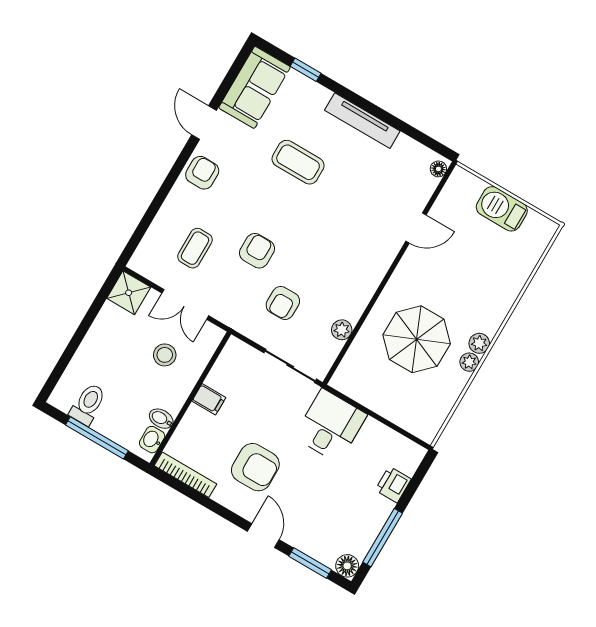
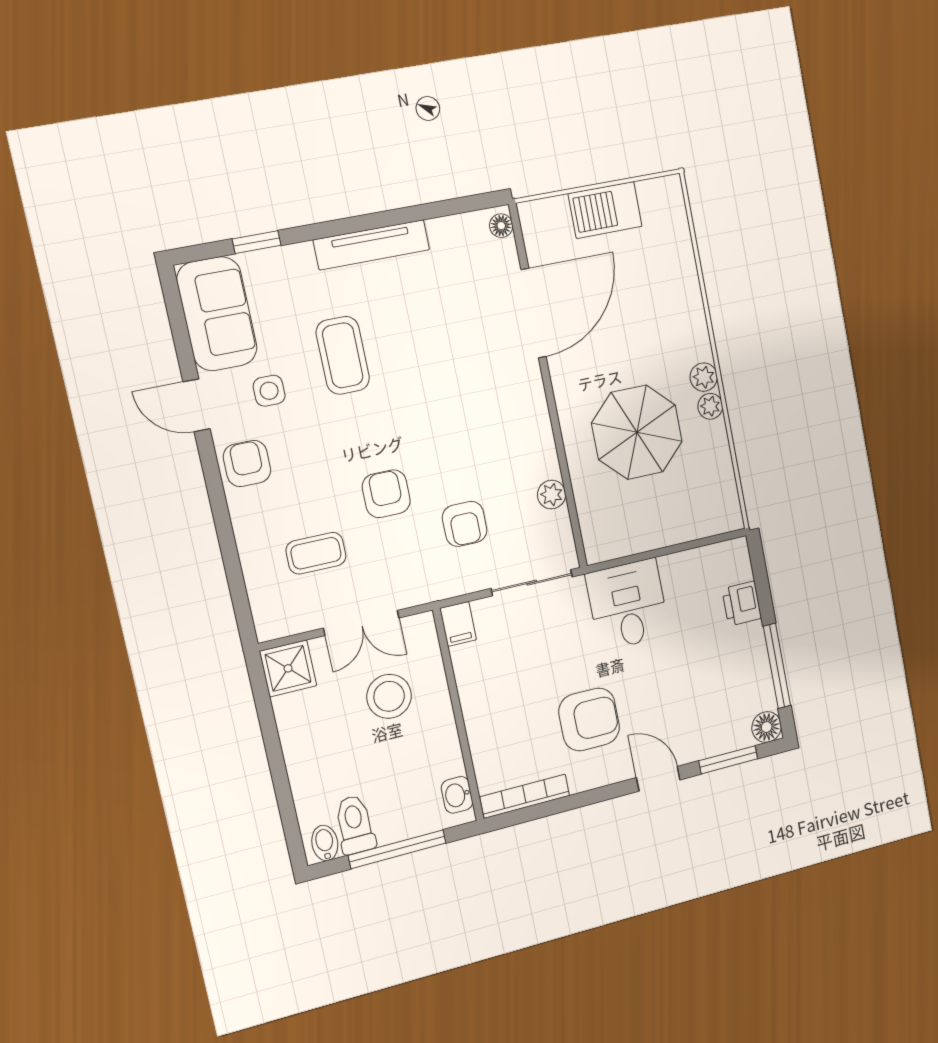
side table: (246, 147) -> (269, 391), added
coffee table: (298, 162) -> (343, 355), turned 90
door: (416, 228) -> (534, 313), width x1.87
coffee table: (195, 248) -> (316, 553), turned 90
stool: (165, 355) -> (389, 696), width x1.38, depth x1.38
filing cabinet: (209, 399) -> (458, 624), moved, turned 90
bidet: (161, 419) -> (325, 843), moved, turned 90

